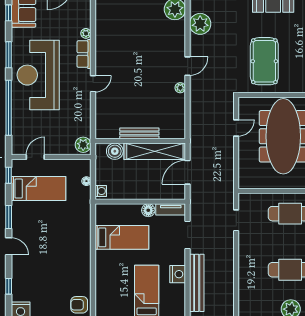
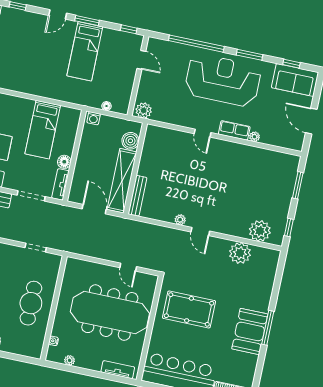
bench: (139, 133) -> (137, 196), moved
bed: (38, 189) -> (85, 51), moved

